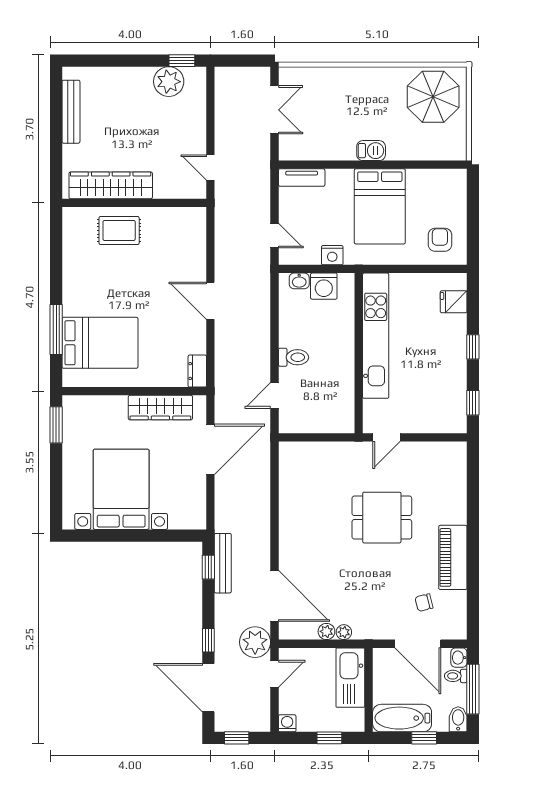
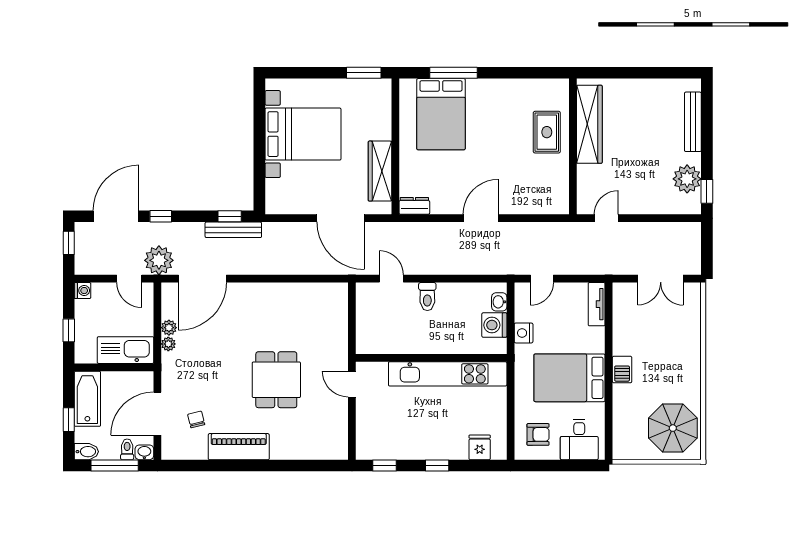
bench: (71, 112) -> (693, 122), moved, turned 90
desk: (445, 196) -> (579, 440), added

